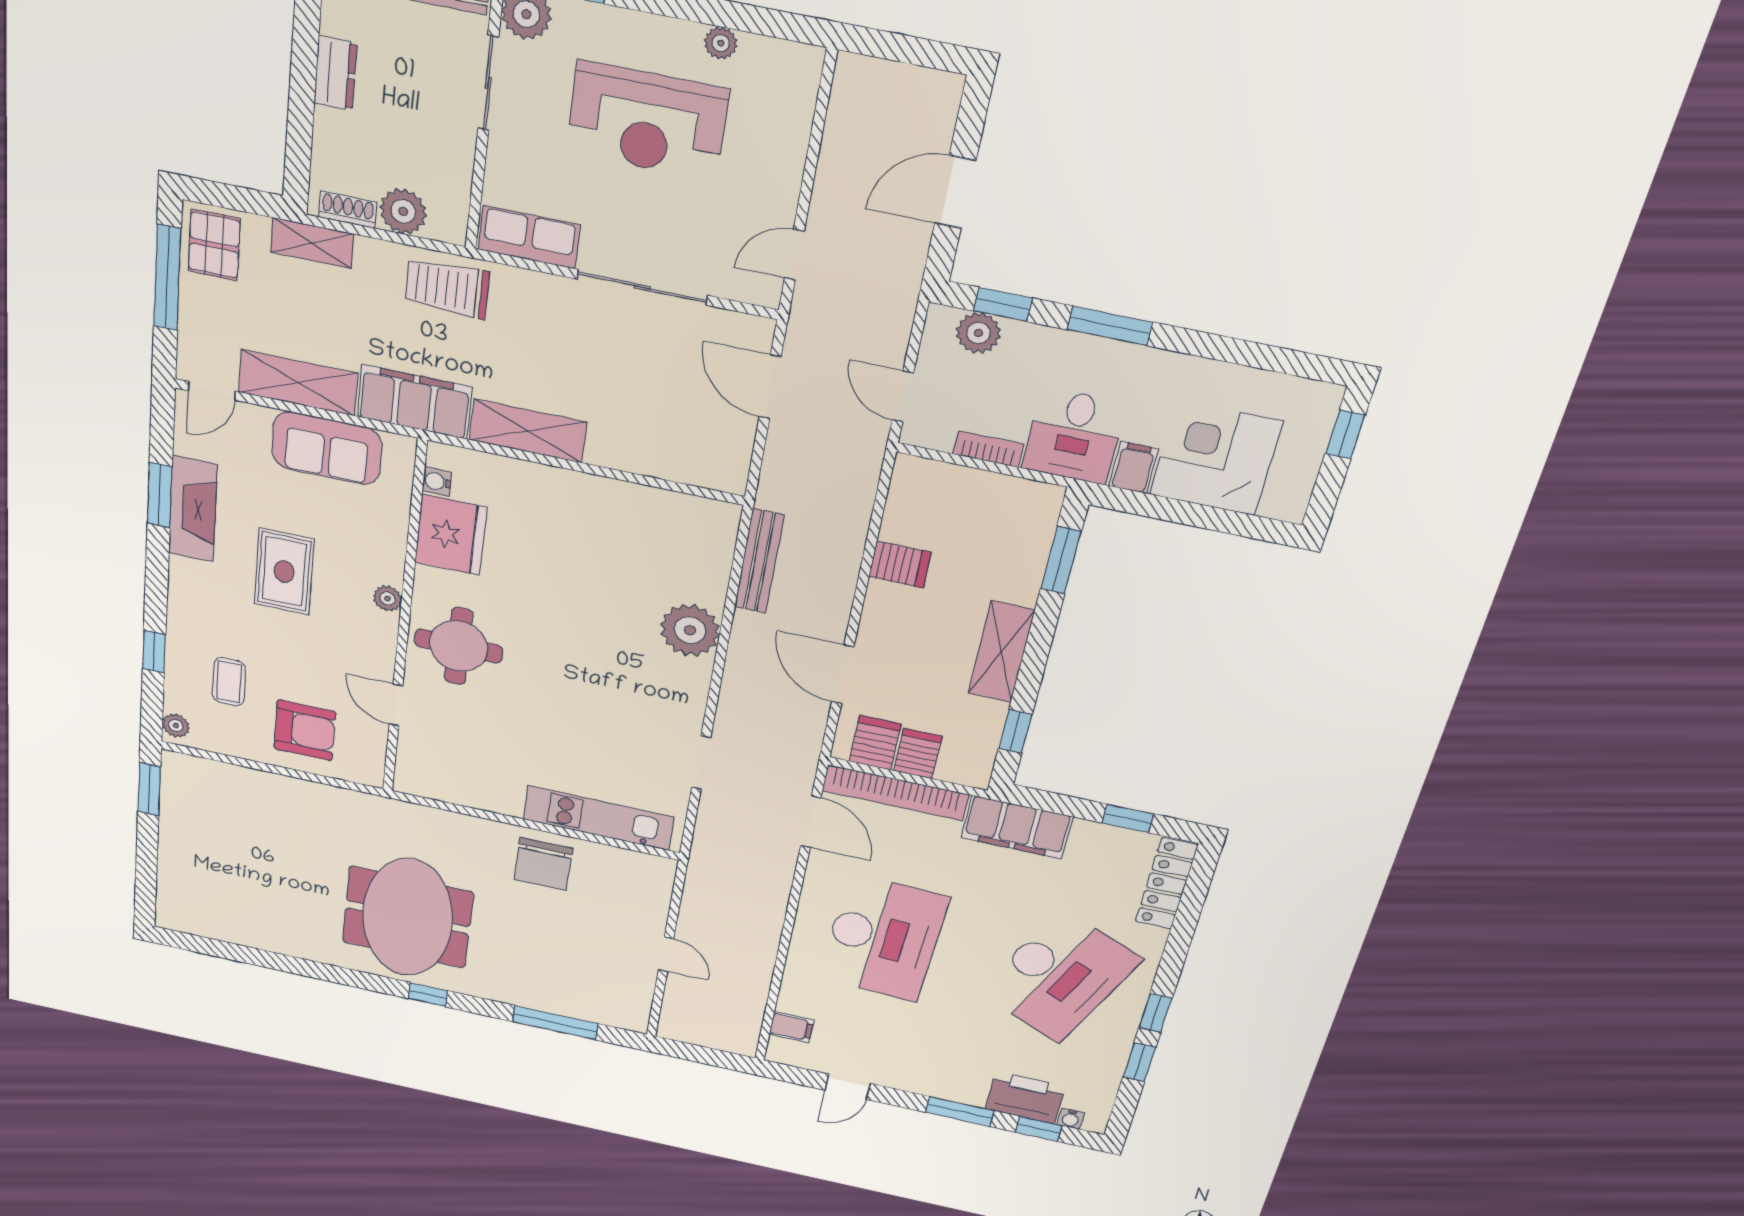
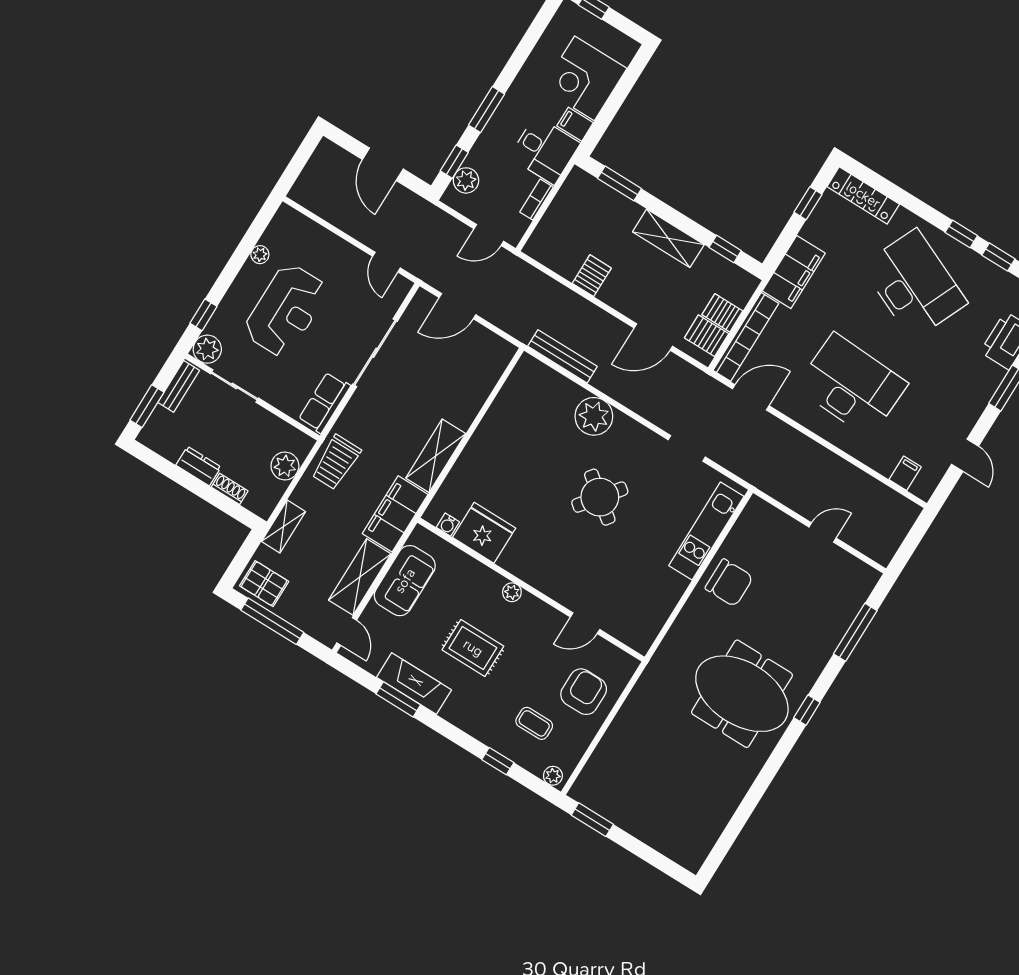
shoe rack: (348, 210) -> (230, 489), moved, turned 90
round table: (459, 646) -> (600, 497), moved, turned 38

